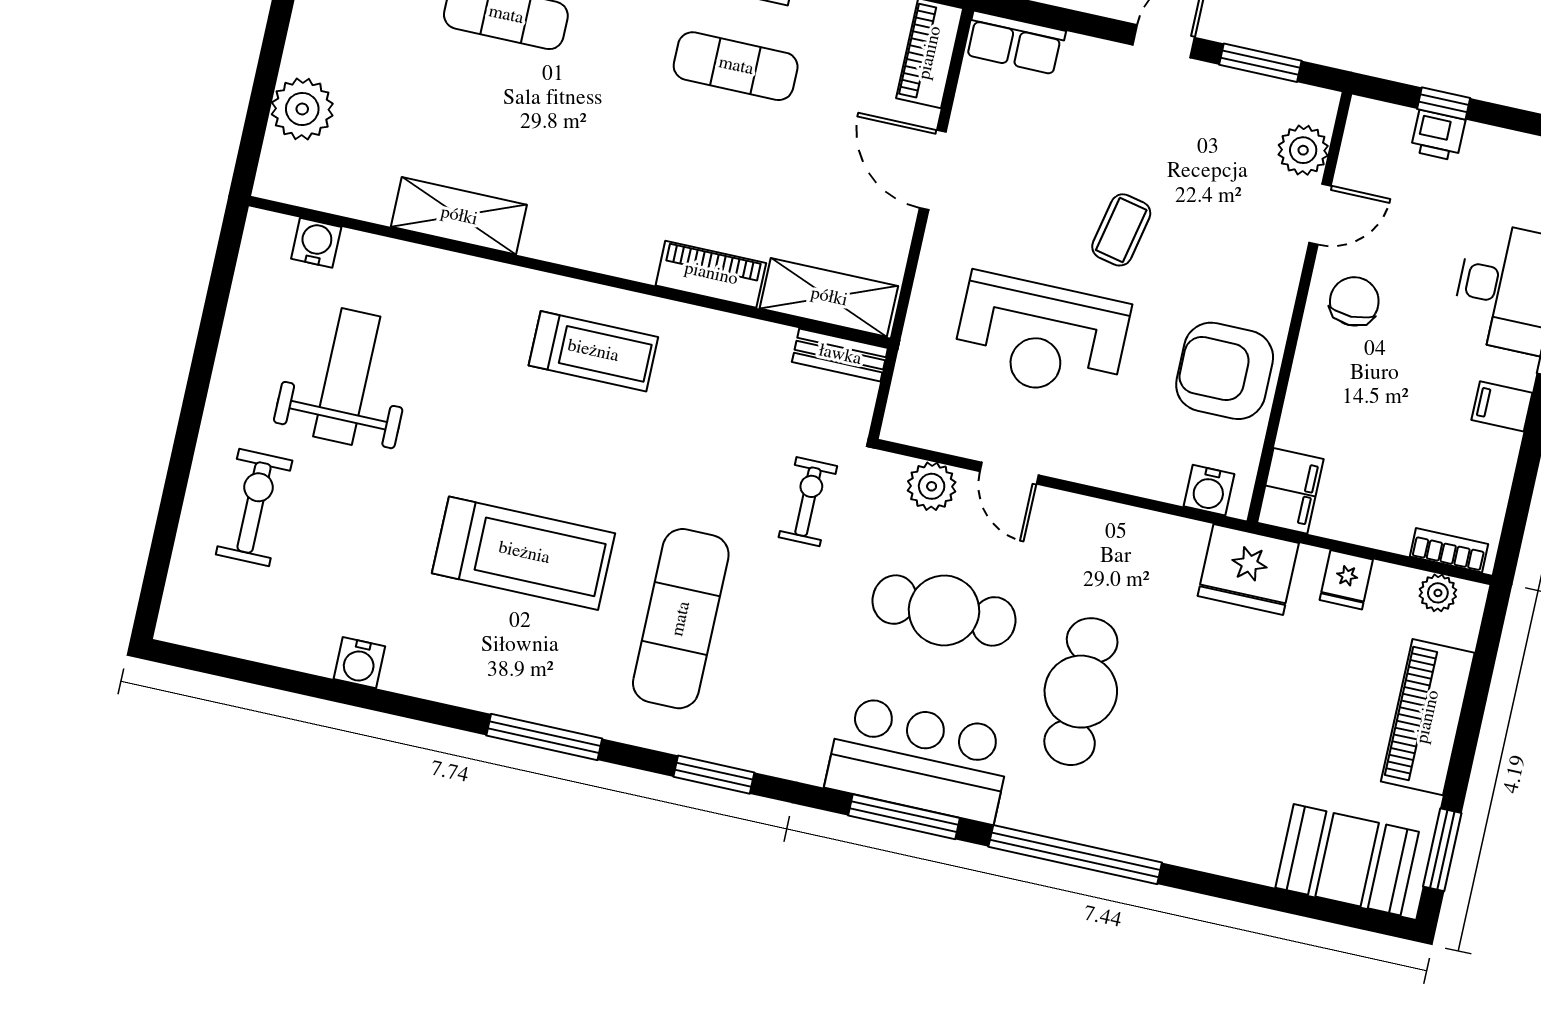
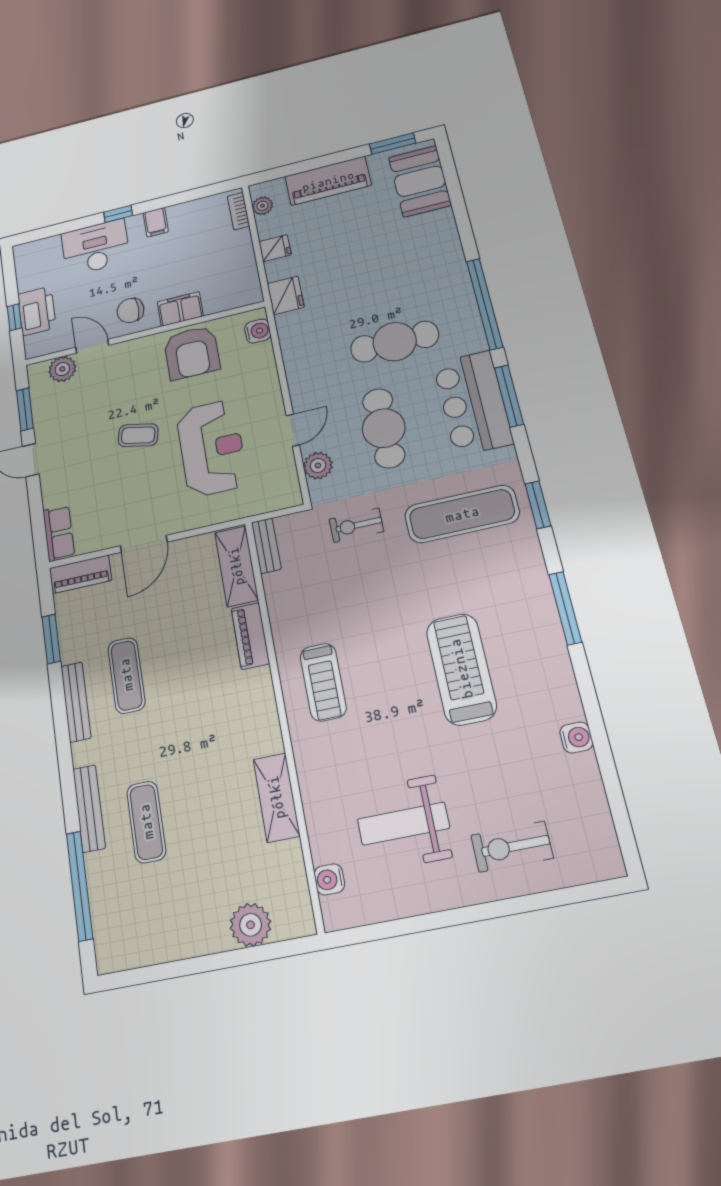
printer: (1438, 135) -> (37, 311), width x1.87, depth x1.48
treadmill: (593, 351) -> (323, 682), turned 180
filing cabinet: (1290, 491) -> (180, 309), moved
fridge: (1248, 570) -> (286, 295), width x0.73, depth x0.75
exercise mat: (681, 619) -> (462, 514), moved

